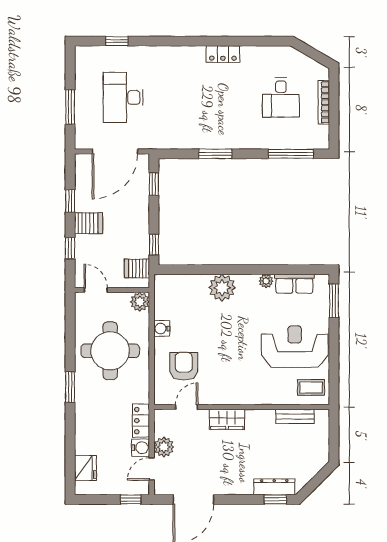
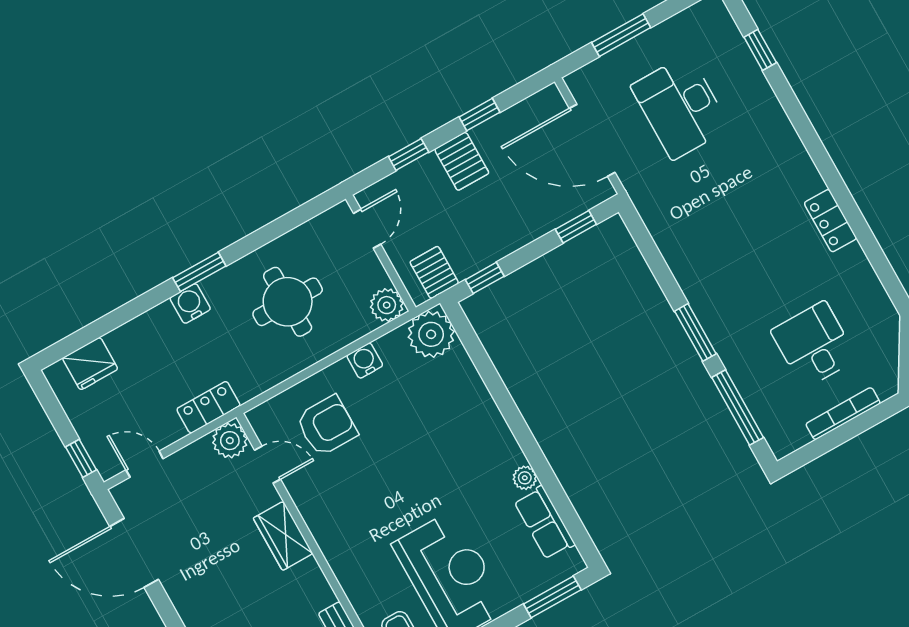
desk: (123, 97) -> (681, 107), turned -90
desk: (281, 97) -> (814, 345), turned 90
window: (215, 154) -> (695, 332), moved
plant: (222, 288) -> (431, 334), moved
round table: (110, 351) -> (288, 302), width x0.73, depth x0.73
plant: (164, 447) -> (230, 441), moved
water cooler: (141, 448) -> (190, 304), moved, turned 180

